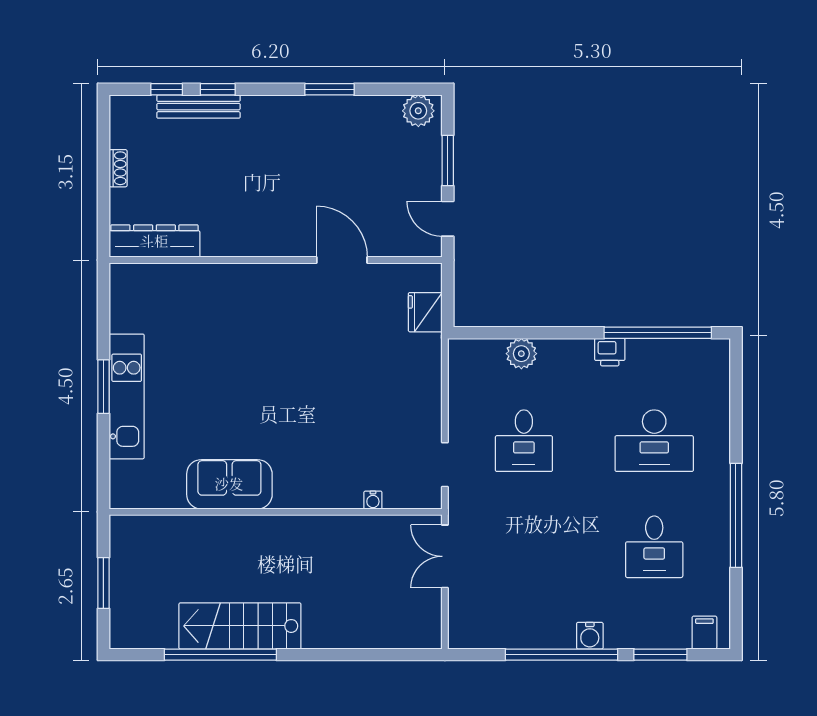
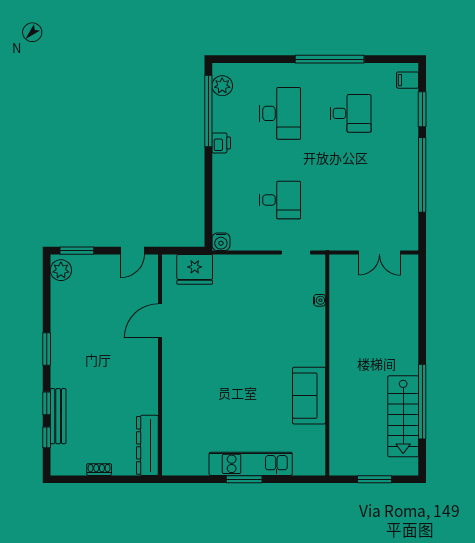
window: (329, 89) -> (47, 349), moved
window: (448, 161) -> (77, 251), moved
fridge: (425, 312) -> (195, 269), width x1.36, depth x1.34
plant: (521, 354) -> (222, 86), moved
double door: (445, 556) -> (379, 252), moved
stairs: (240, 626) -> (403, 416), moved
water cooler: (590, 636) -> (221, 242), moved, turned 90

